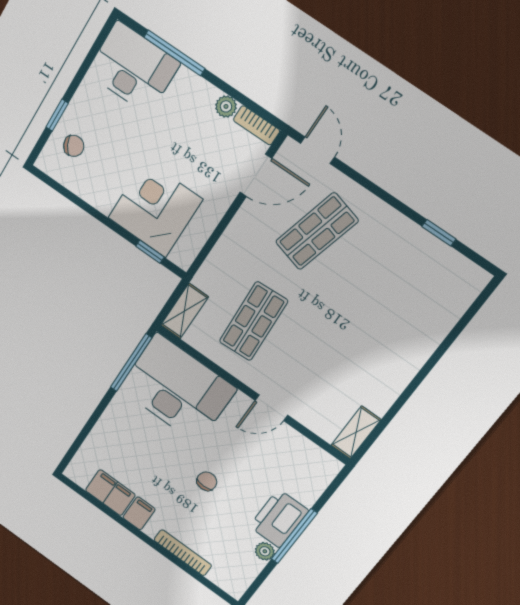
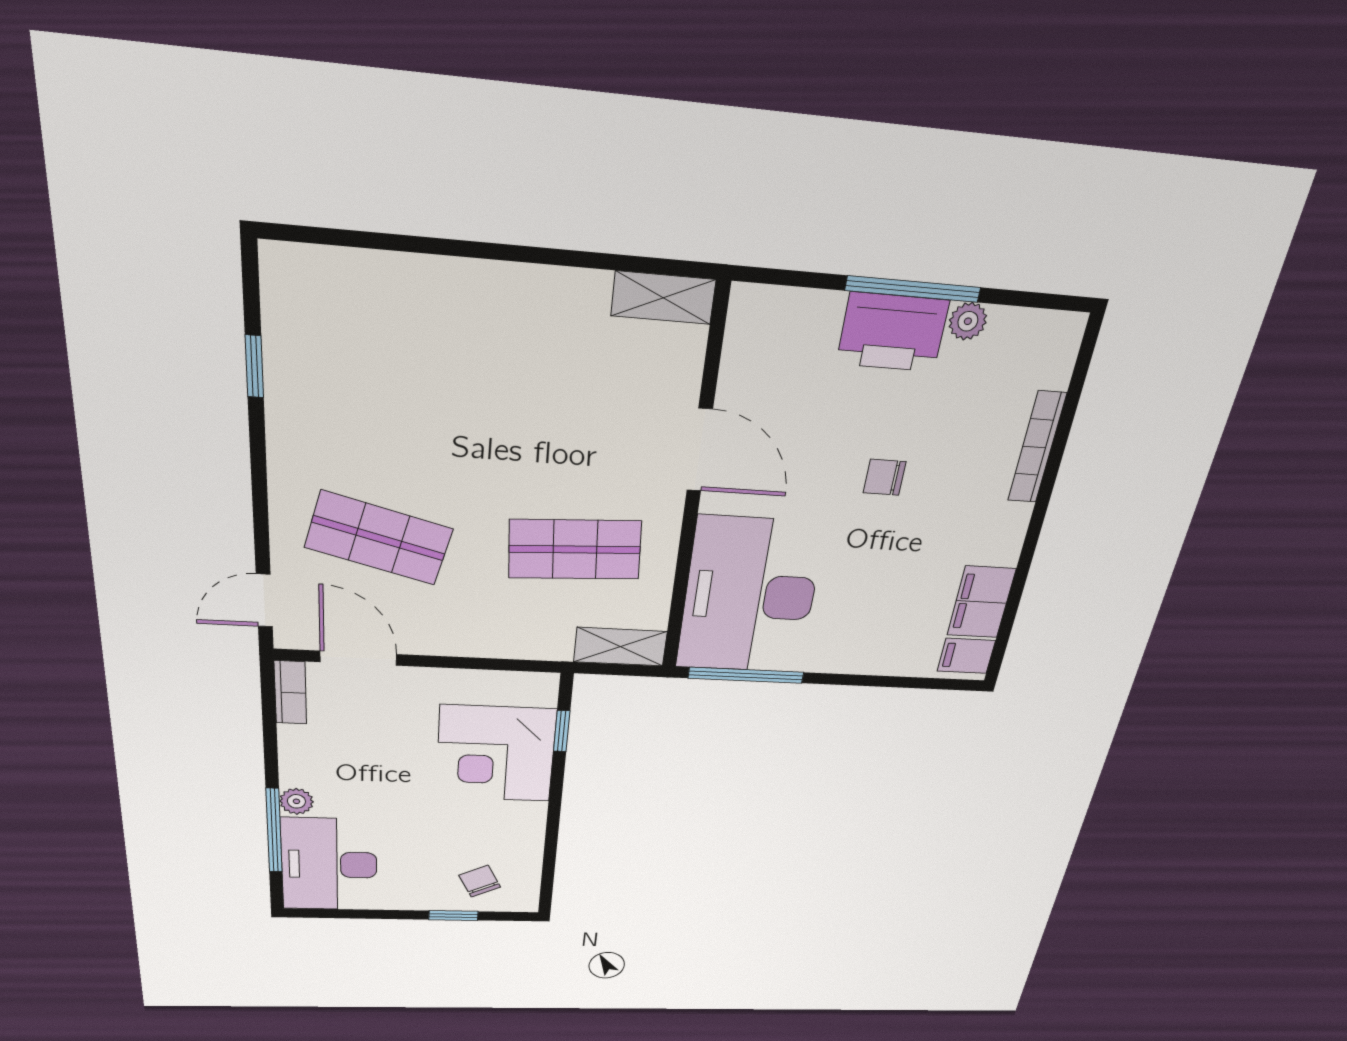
plant: (226, 106) -> (296, 801), moved
door: (271, 408) -> (700, 450), width x1.38
filing cabinet: (139, 513) -> (966, 656), moved

